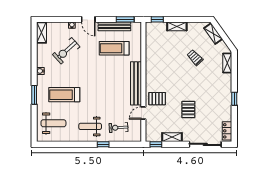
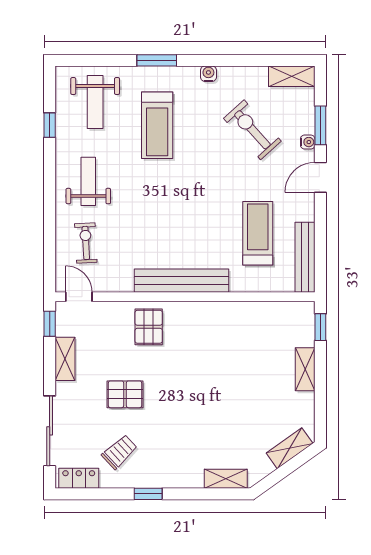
window: (125, 19) -> (320, 125), moved
bench: (114, 26) -> (305, 257), moved
trolley: (195, 58) -> (119, 452), moved
treadmill: (64, 95) -> (157, 125), turned 180
door: (143, 113) -> (79, 297), moved
window: (103, 144) -> (50, 125), moved

